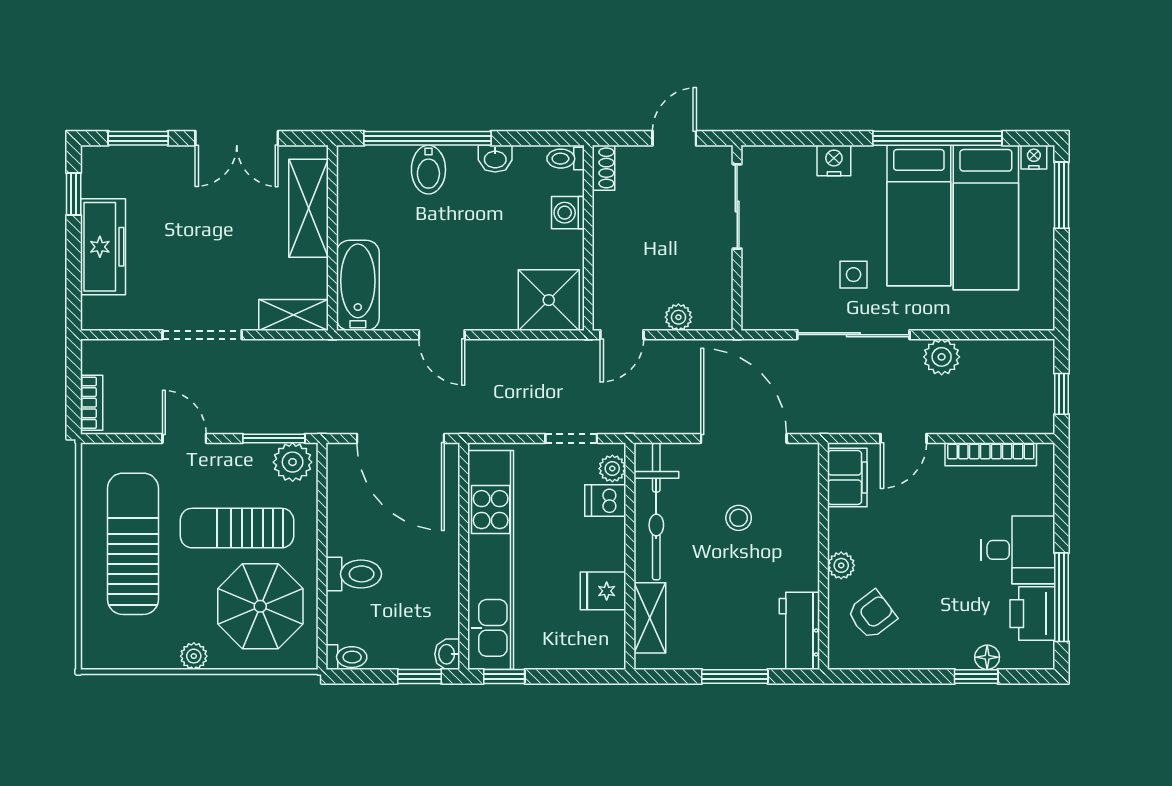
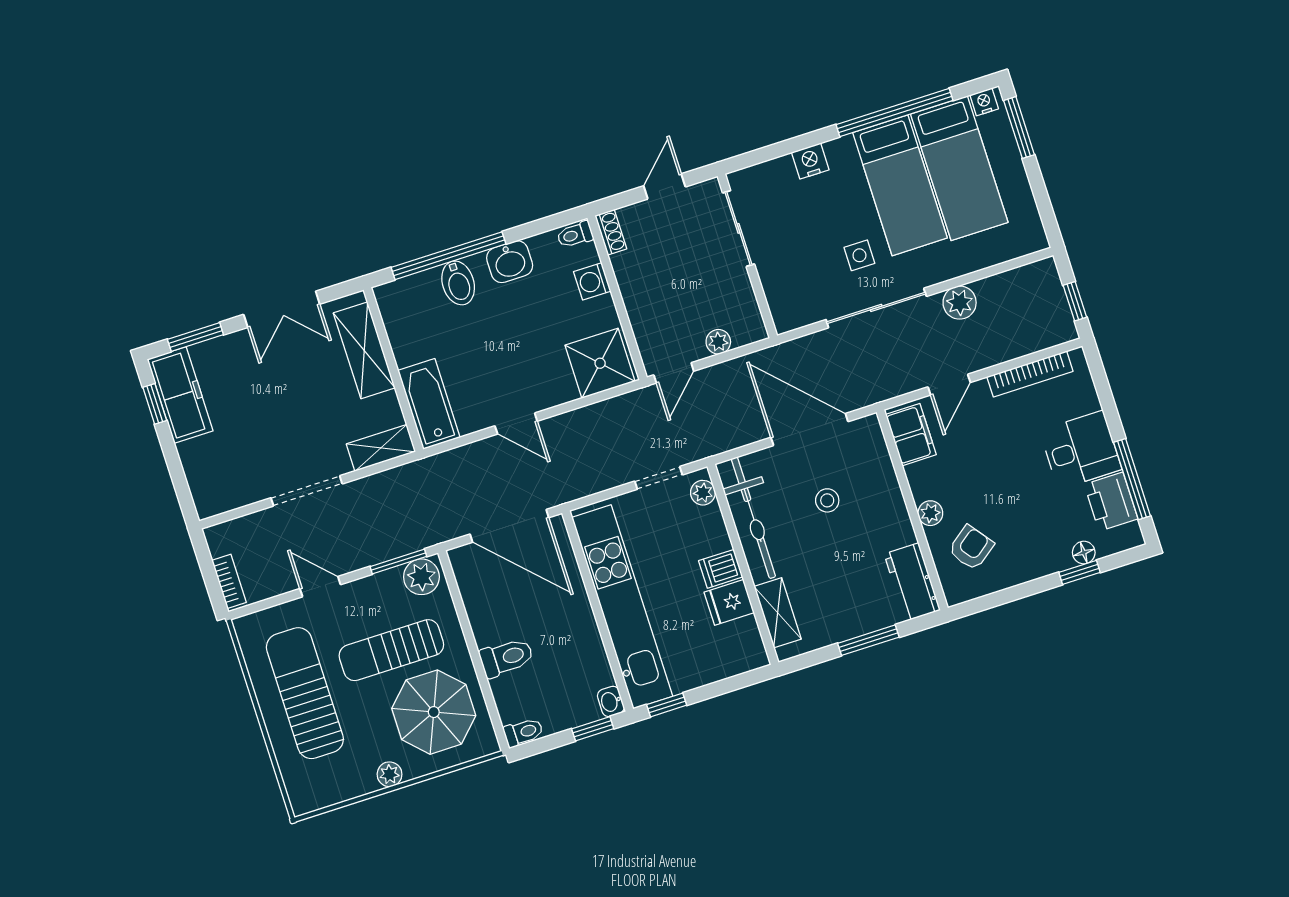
washbasin: (495, 159) -> (510, 262), width x1.38, depth x1.45
freezer: (103, 247) -> (180, 395), moved
dishwasher: (605, 501) -> (721, 569), moved

